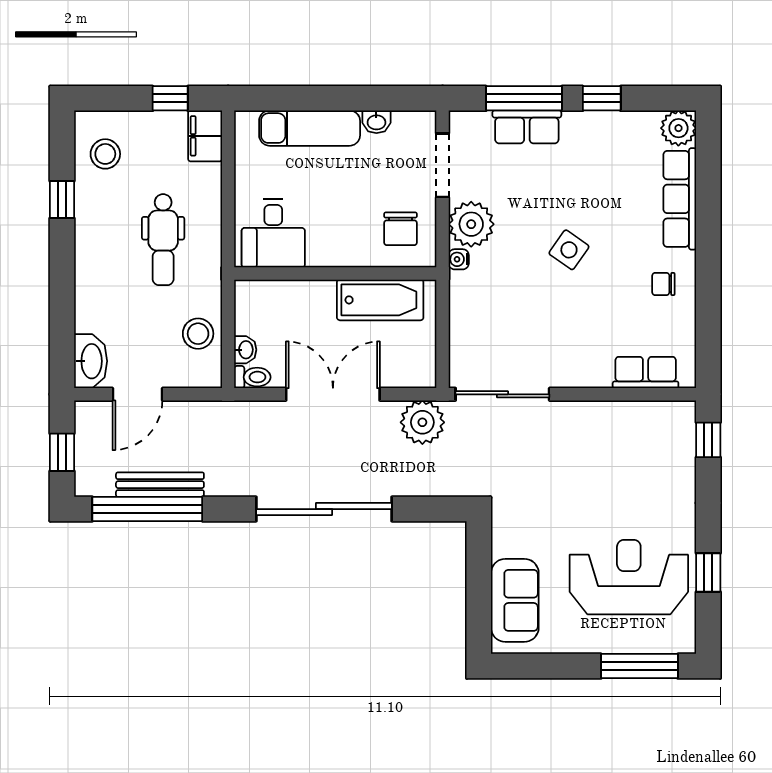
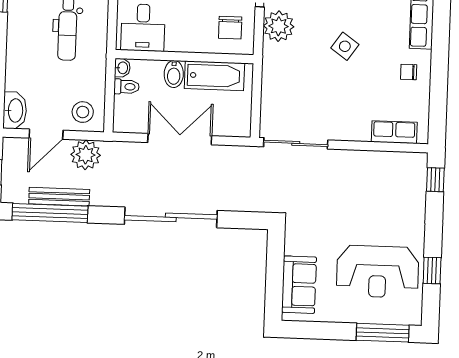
water cooler: (459, 259) -> (269, 50), removed
bidet: (321, 300) -> (174, 74), added
stool: (198, 334) -> (83, 112), moved
washbasin: (245, 350) -> (122, 68), moved
toilet: (252, 377) -> (126, 87), moved
plant: (422, 422) -> (86, 155), moved
reception desk: (629, 577) -> (378, 272), turned 180

